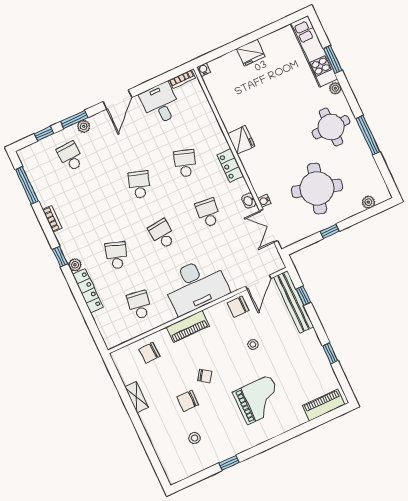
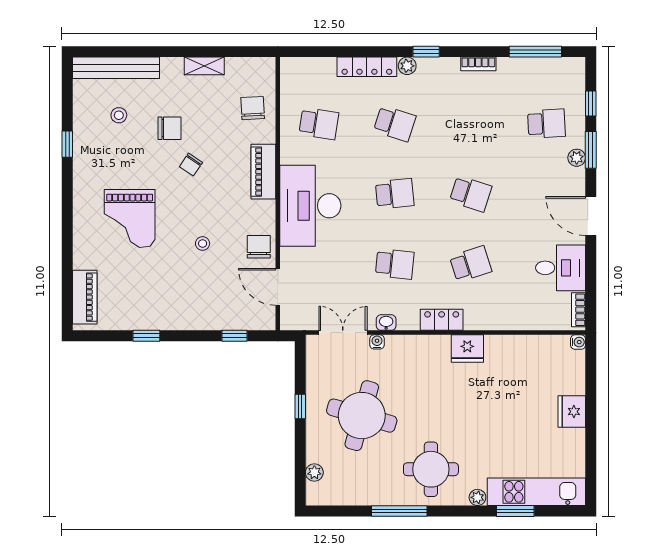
school desk: (185, 163) -> (471, 264), turned -36
bench: (294, 302) -> (116, 68), moved
chair: (188, 401) -> (170, 128), turned 90

